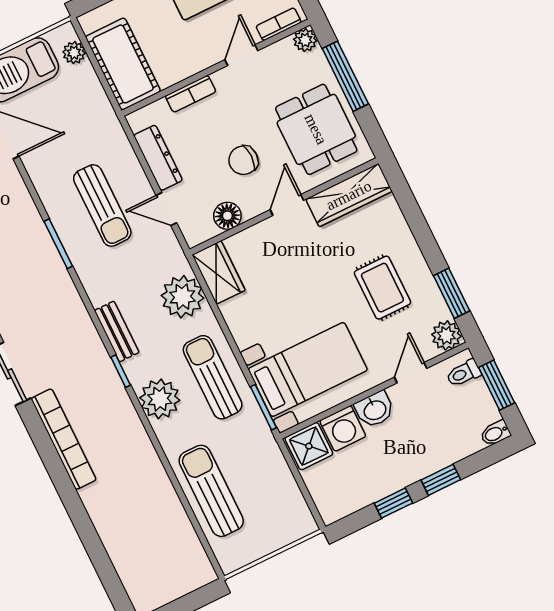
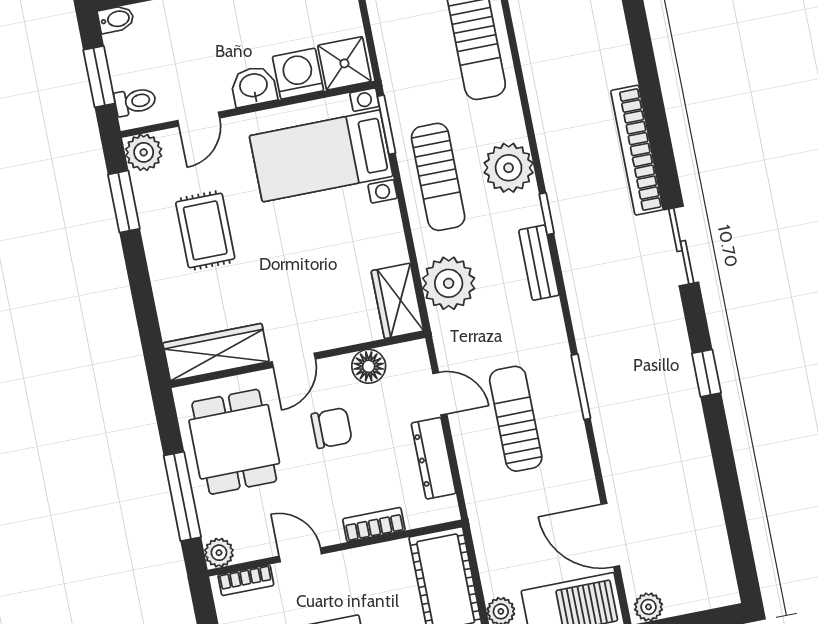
door: (241, 55) -> (300, 555), swing flipped

